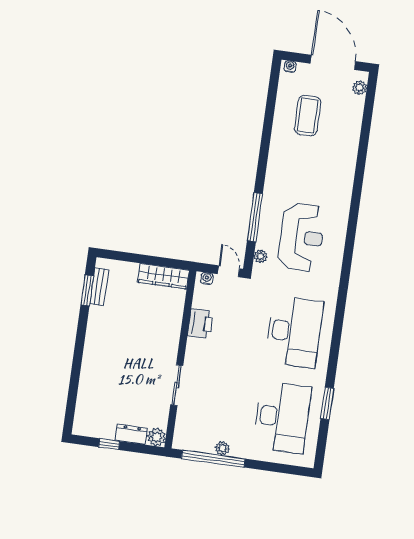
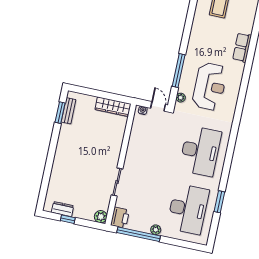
row of seats: (344, 177) -> (242, 47), added
printer: (200, 324) -> (120, 218), moved
dresser: (131, 434) -> (63, 209), moved
plant: (222, 448) -> (156, 230), moved

